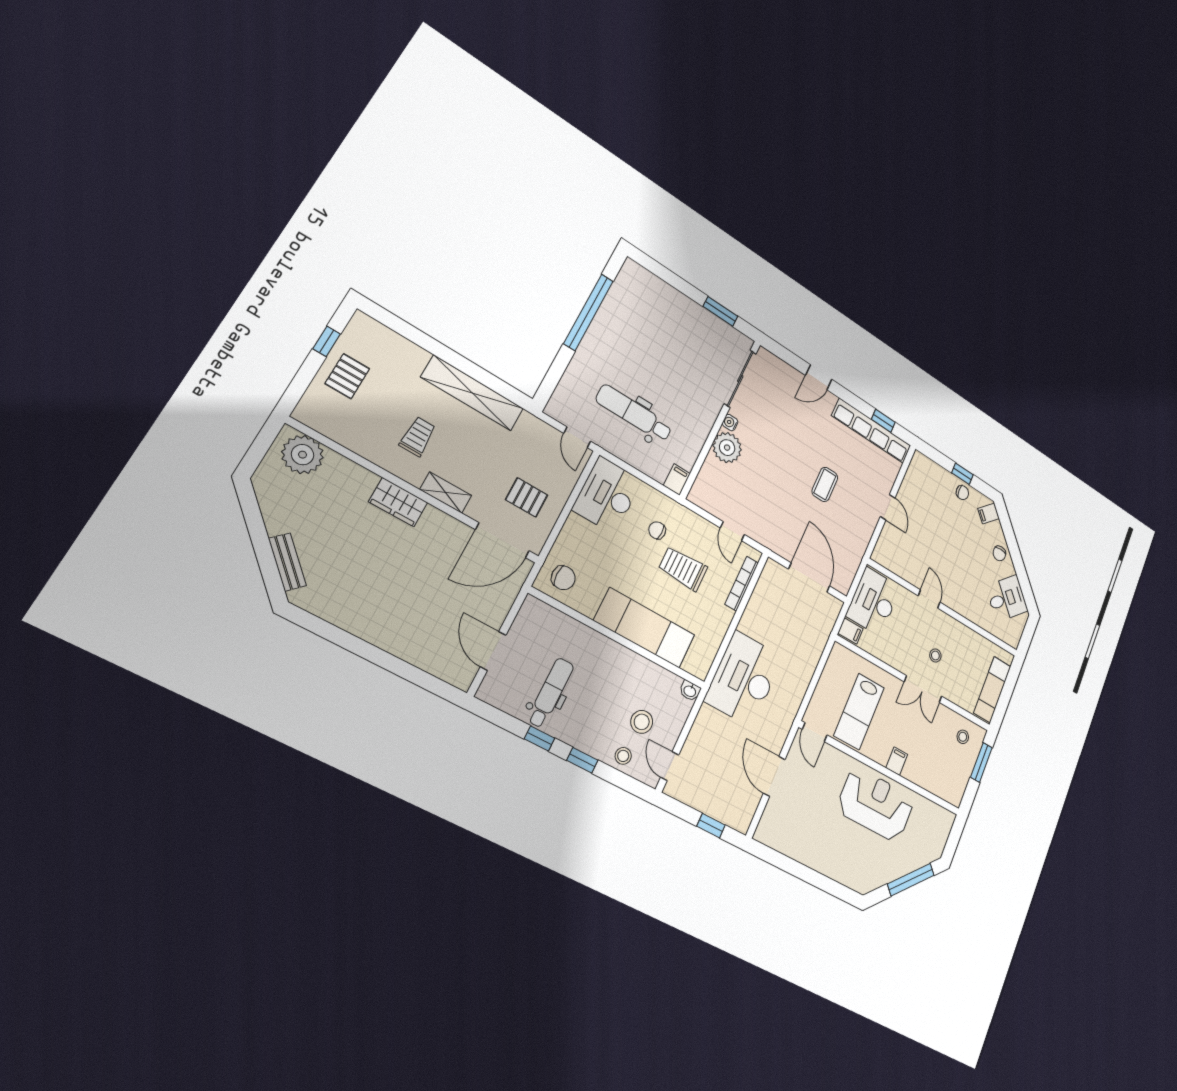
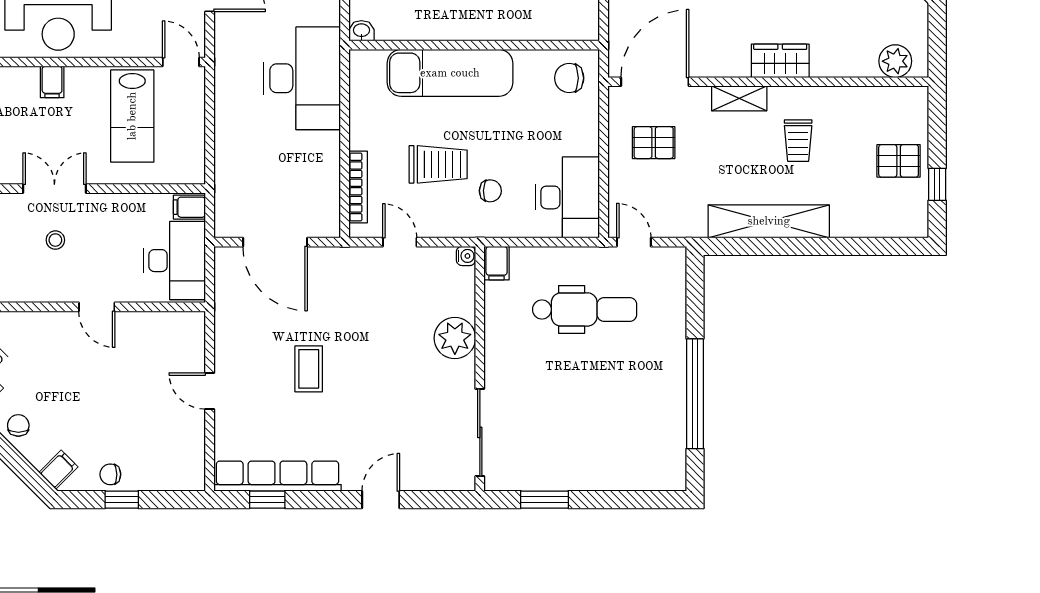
pallet: (347, 376) -> (899, 161), turned 90
water cooler: (730, 423) -> (466, 256), moved
plant: (303, 455) -> (895, 61), width x0.73, depth x0.73
lab bench: (859, 711) -> (132, 116), turned 180

